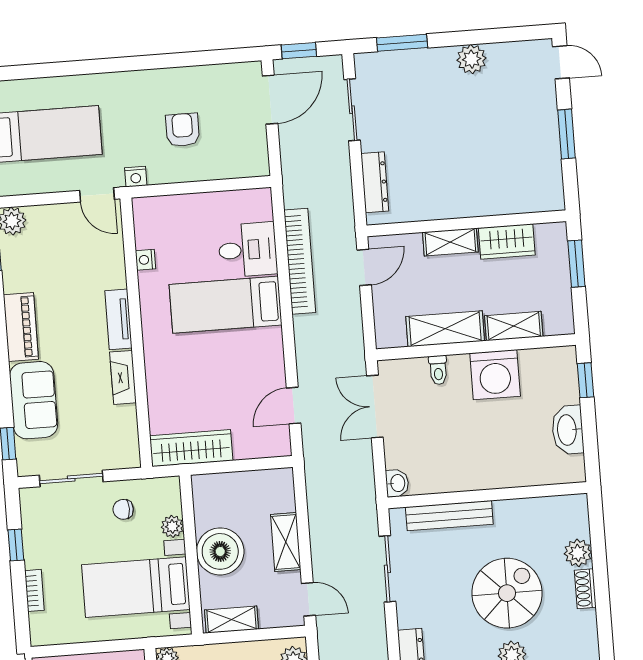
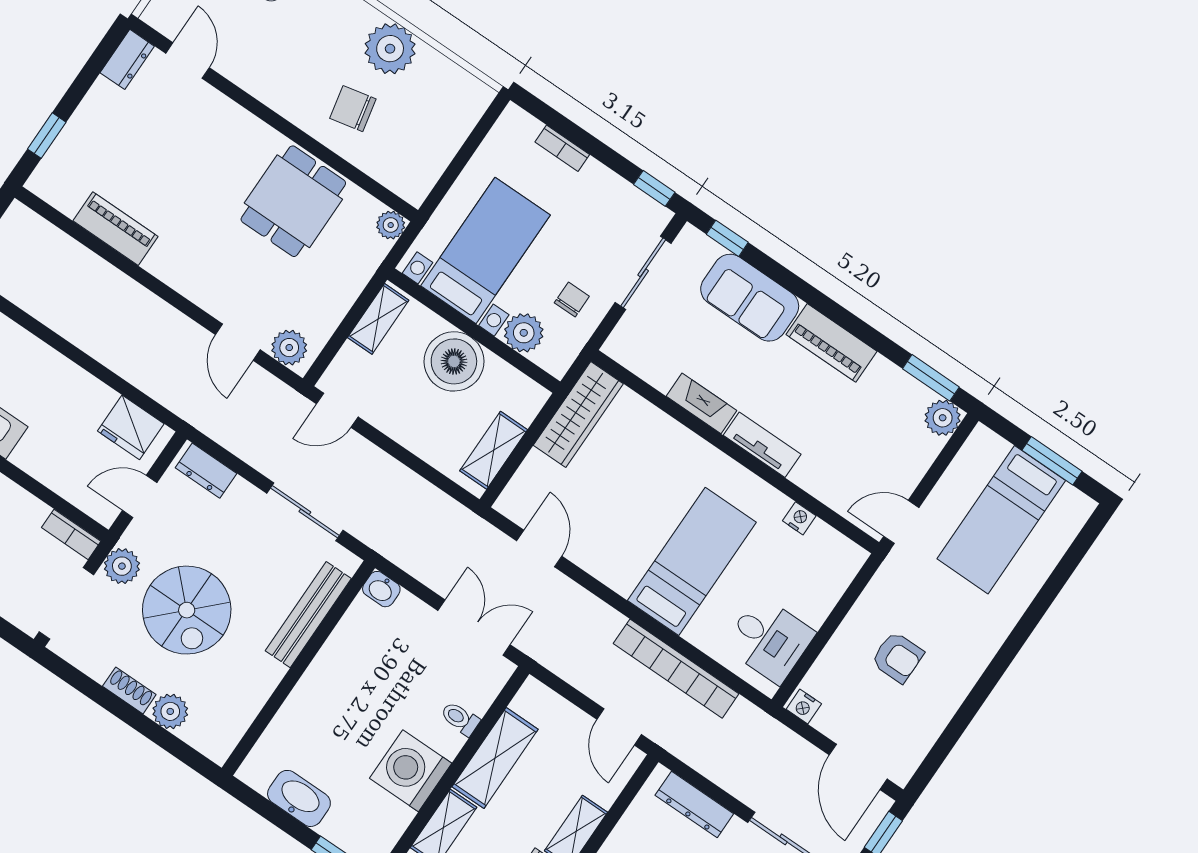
nightstand: (136, 177) -> (804, 706), moved, turned -90
desk: (248, 250) -> (769, 639), moved, turned -90
plant: (172, 526) -> (524, 333), width x1.38, depth x1.38
shelving: (286, 542) -> (494, 450), moved, turned 90
window: (16, 545) -> (654, 188), moved

